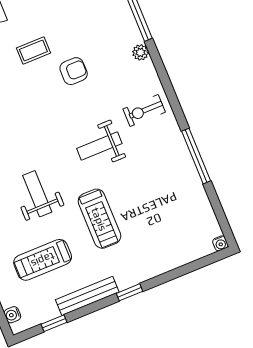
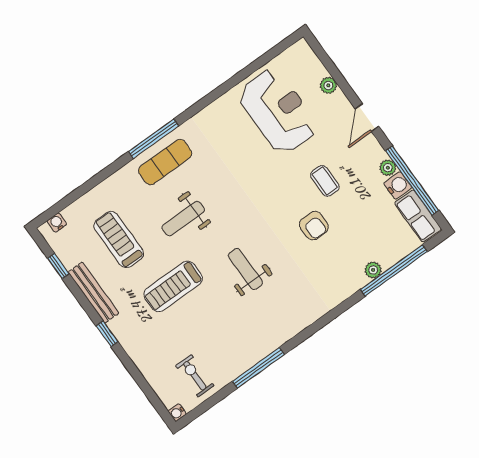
plant: (140, 52) -> (373, 270), moved
exercise bike: (144, 111) -> (195, 376), moved
weight bench: (37, 194) -> (183, 219), turned 180

